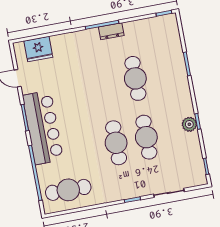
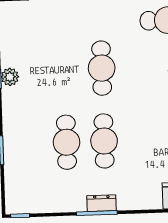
dresser: (111, 31) -> (101, 203), moved
cafe table: (146, 137) -> (104, 141), moved

